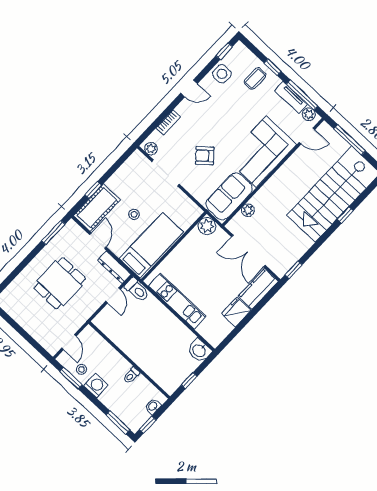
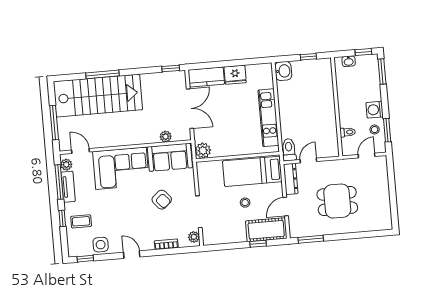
window: (345, 215) -> (103, 74), width x2.17
toilet: (131, 375) -> (348, 132), moved

